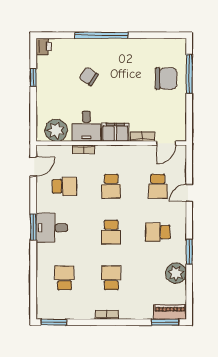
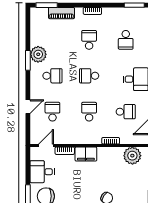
desk: (86, 126) -> (42, 172), moved, turned -90
school desk: (64, 186) -> (126, 112), turned 180
school desk: (111, 232) -> (89, 76), turned -90
plant: (176, 273) -> (38, 54), moved
school desk: (111, 278) -> (89, 40), turned 180
piano: (170, 312) -> (61, 13), moved

